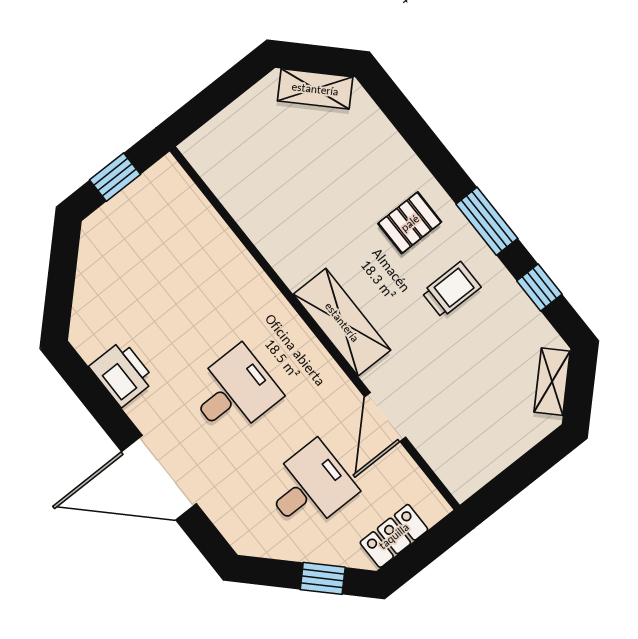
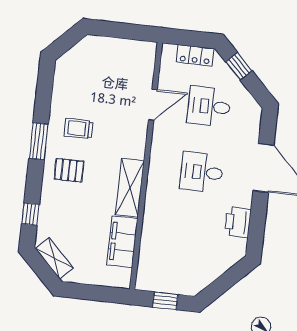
filing cabinet: (247, 198) -> (122, 242), added
window: (539, 287) -> (30, 214), moved
shelving: (342, 322) -> (130, 188), moved
shelving: (552, 382) -> (75, 54), removed

